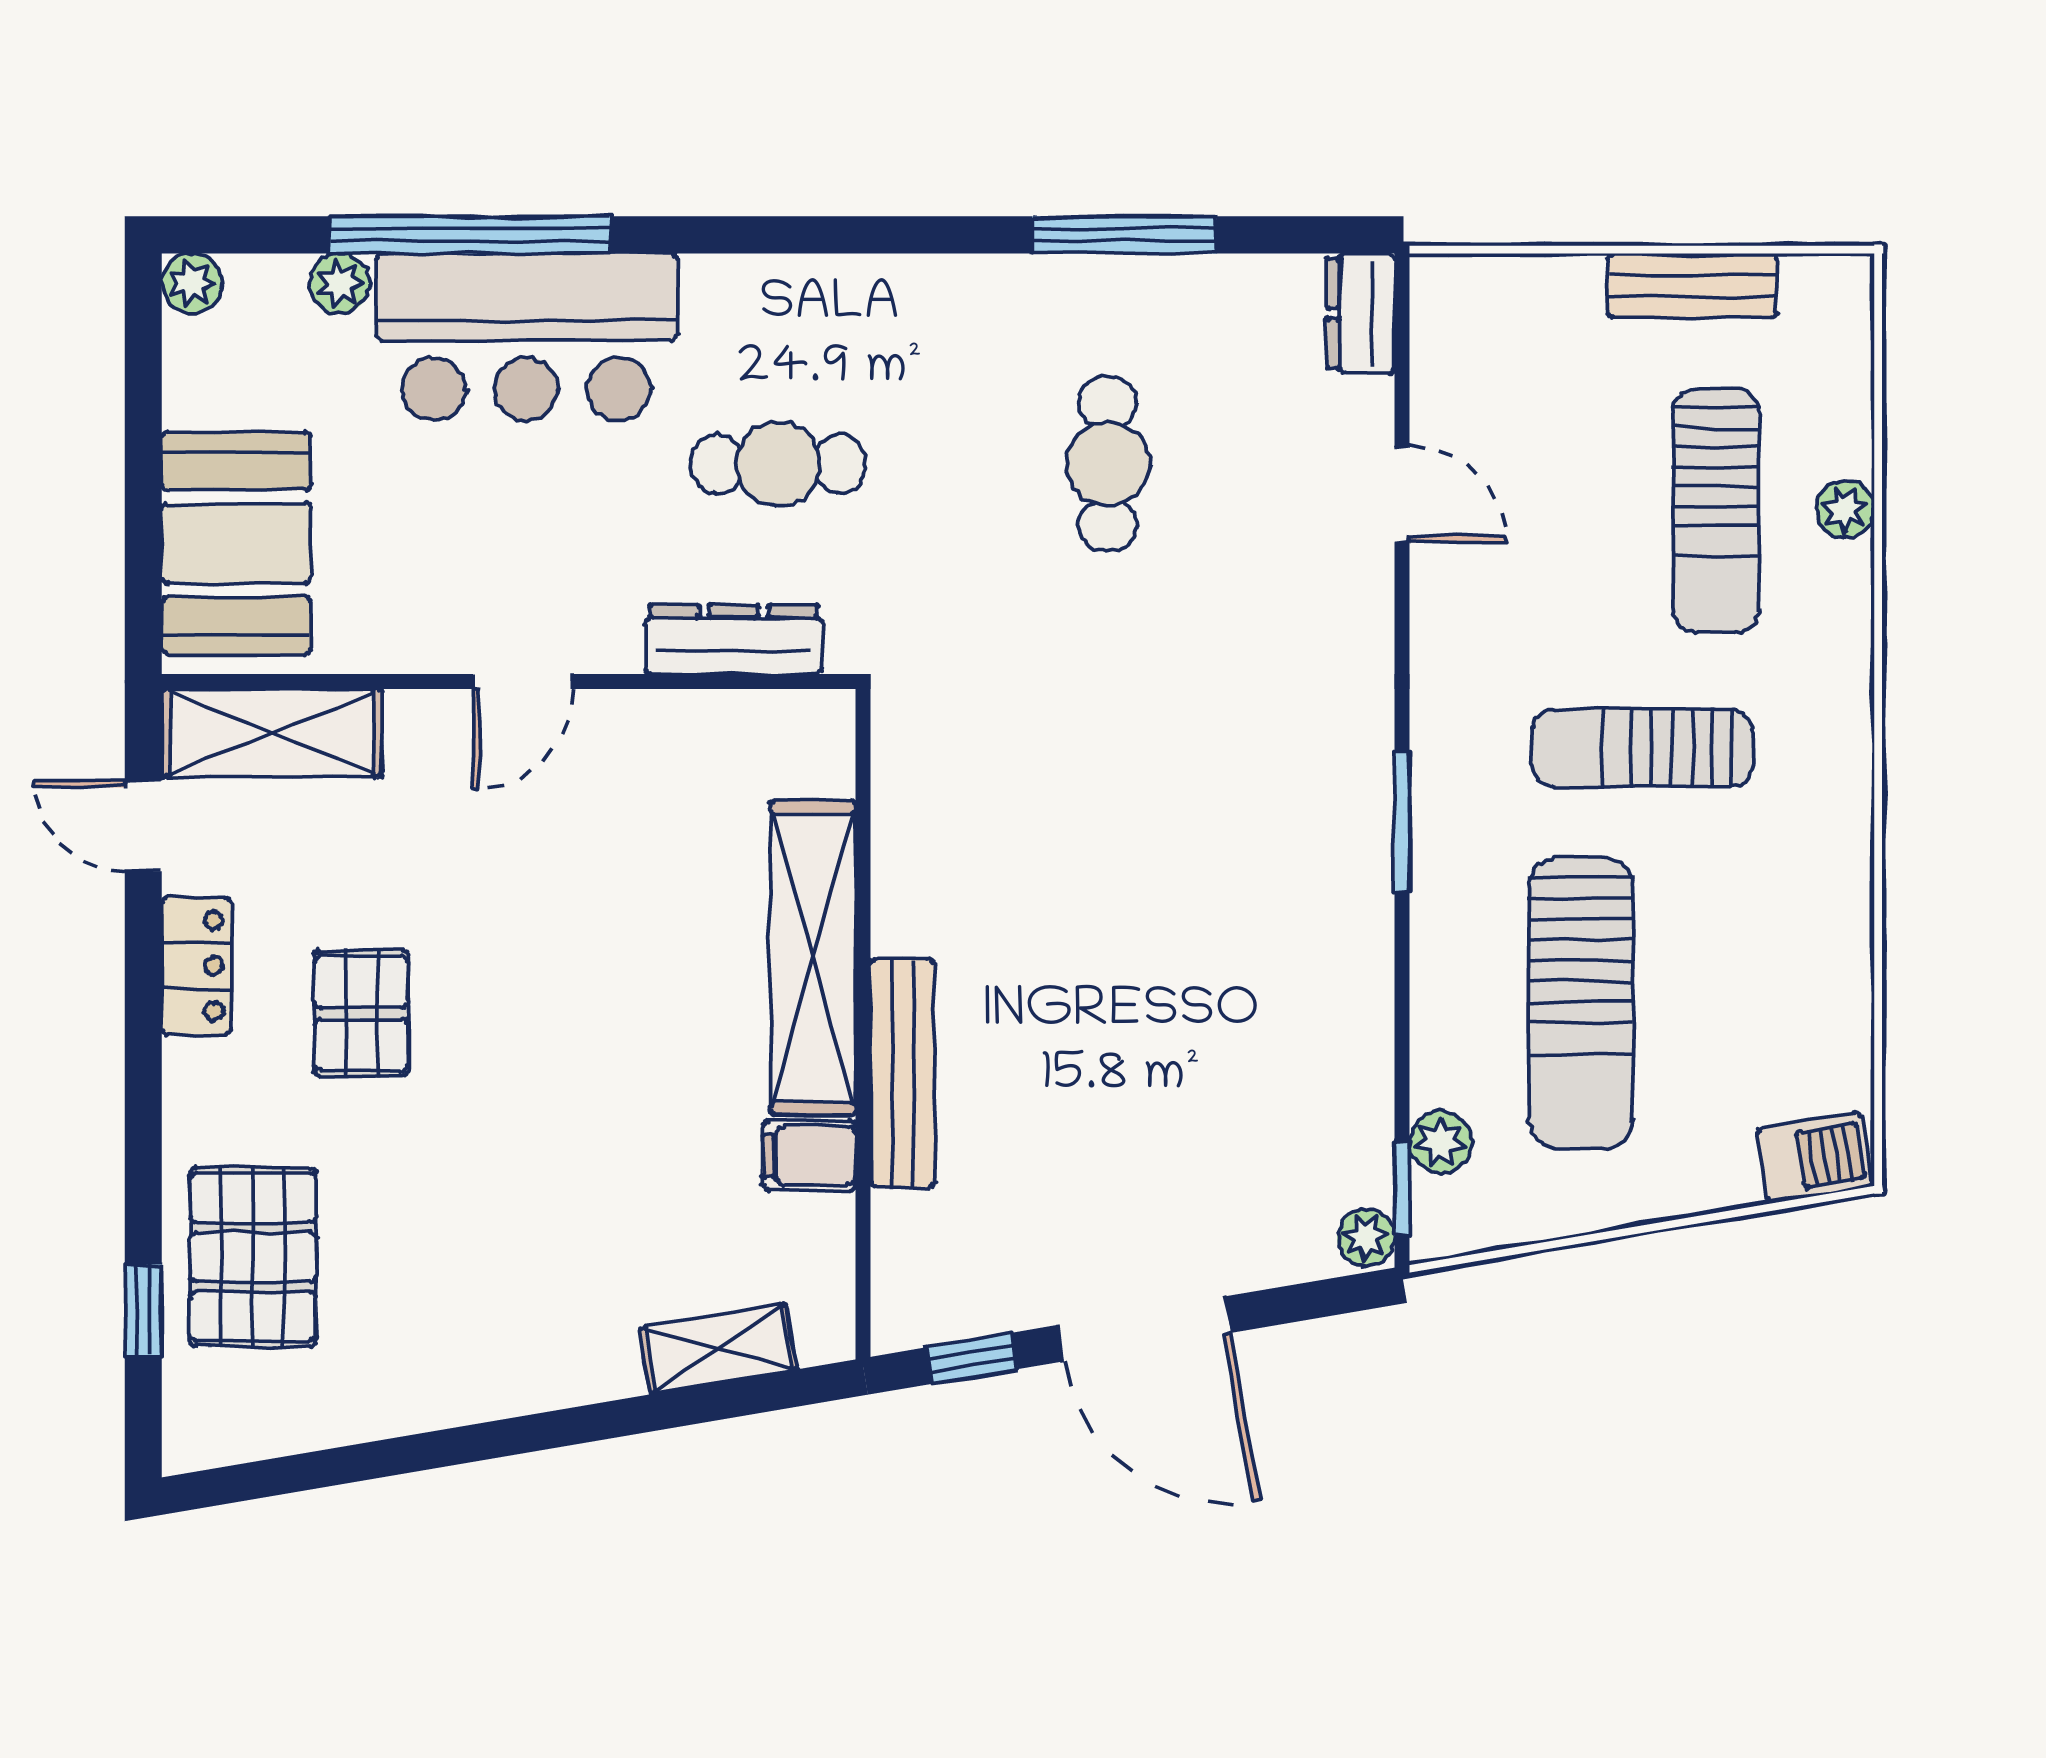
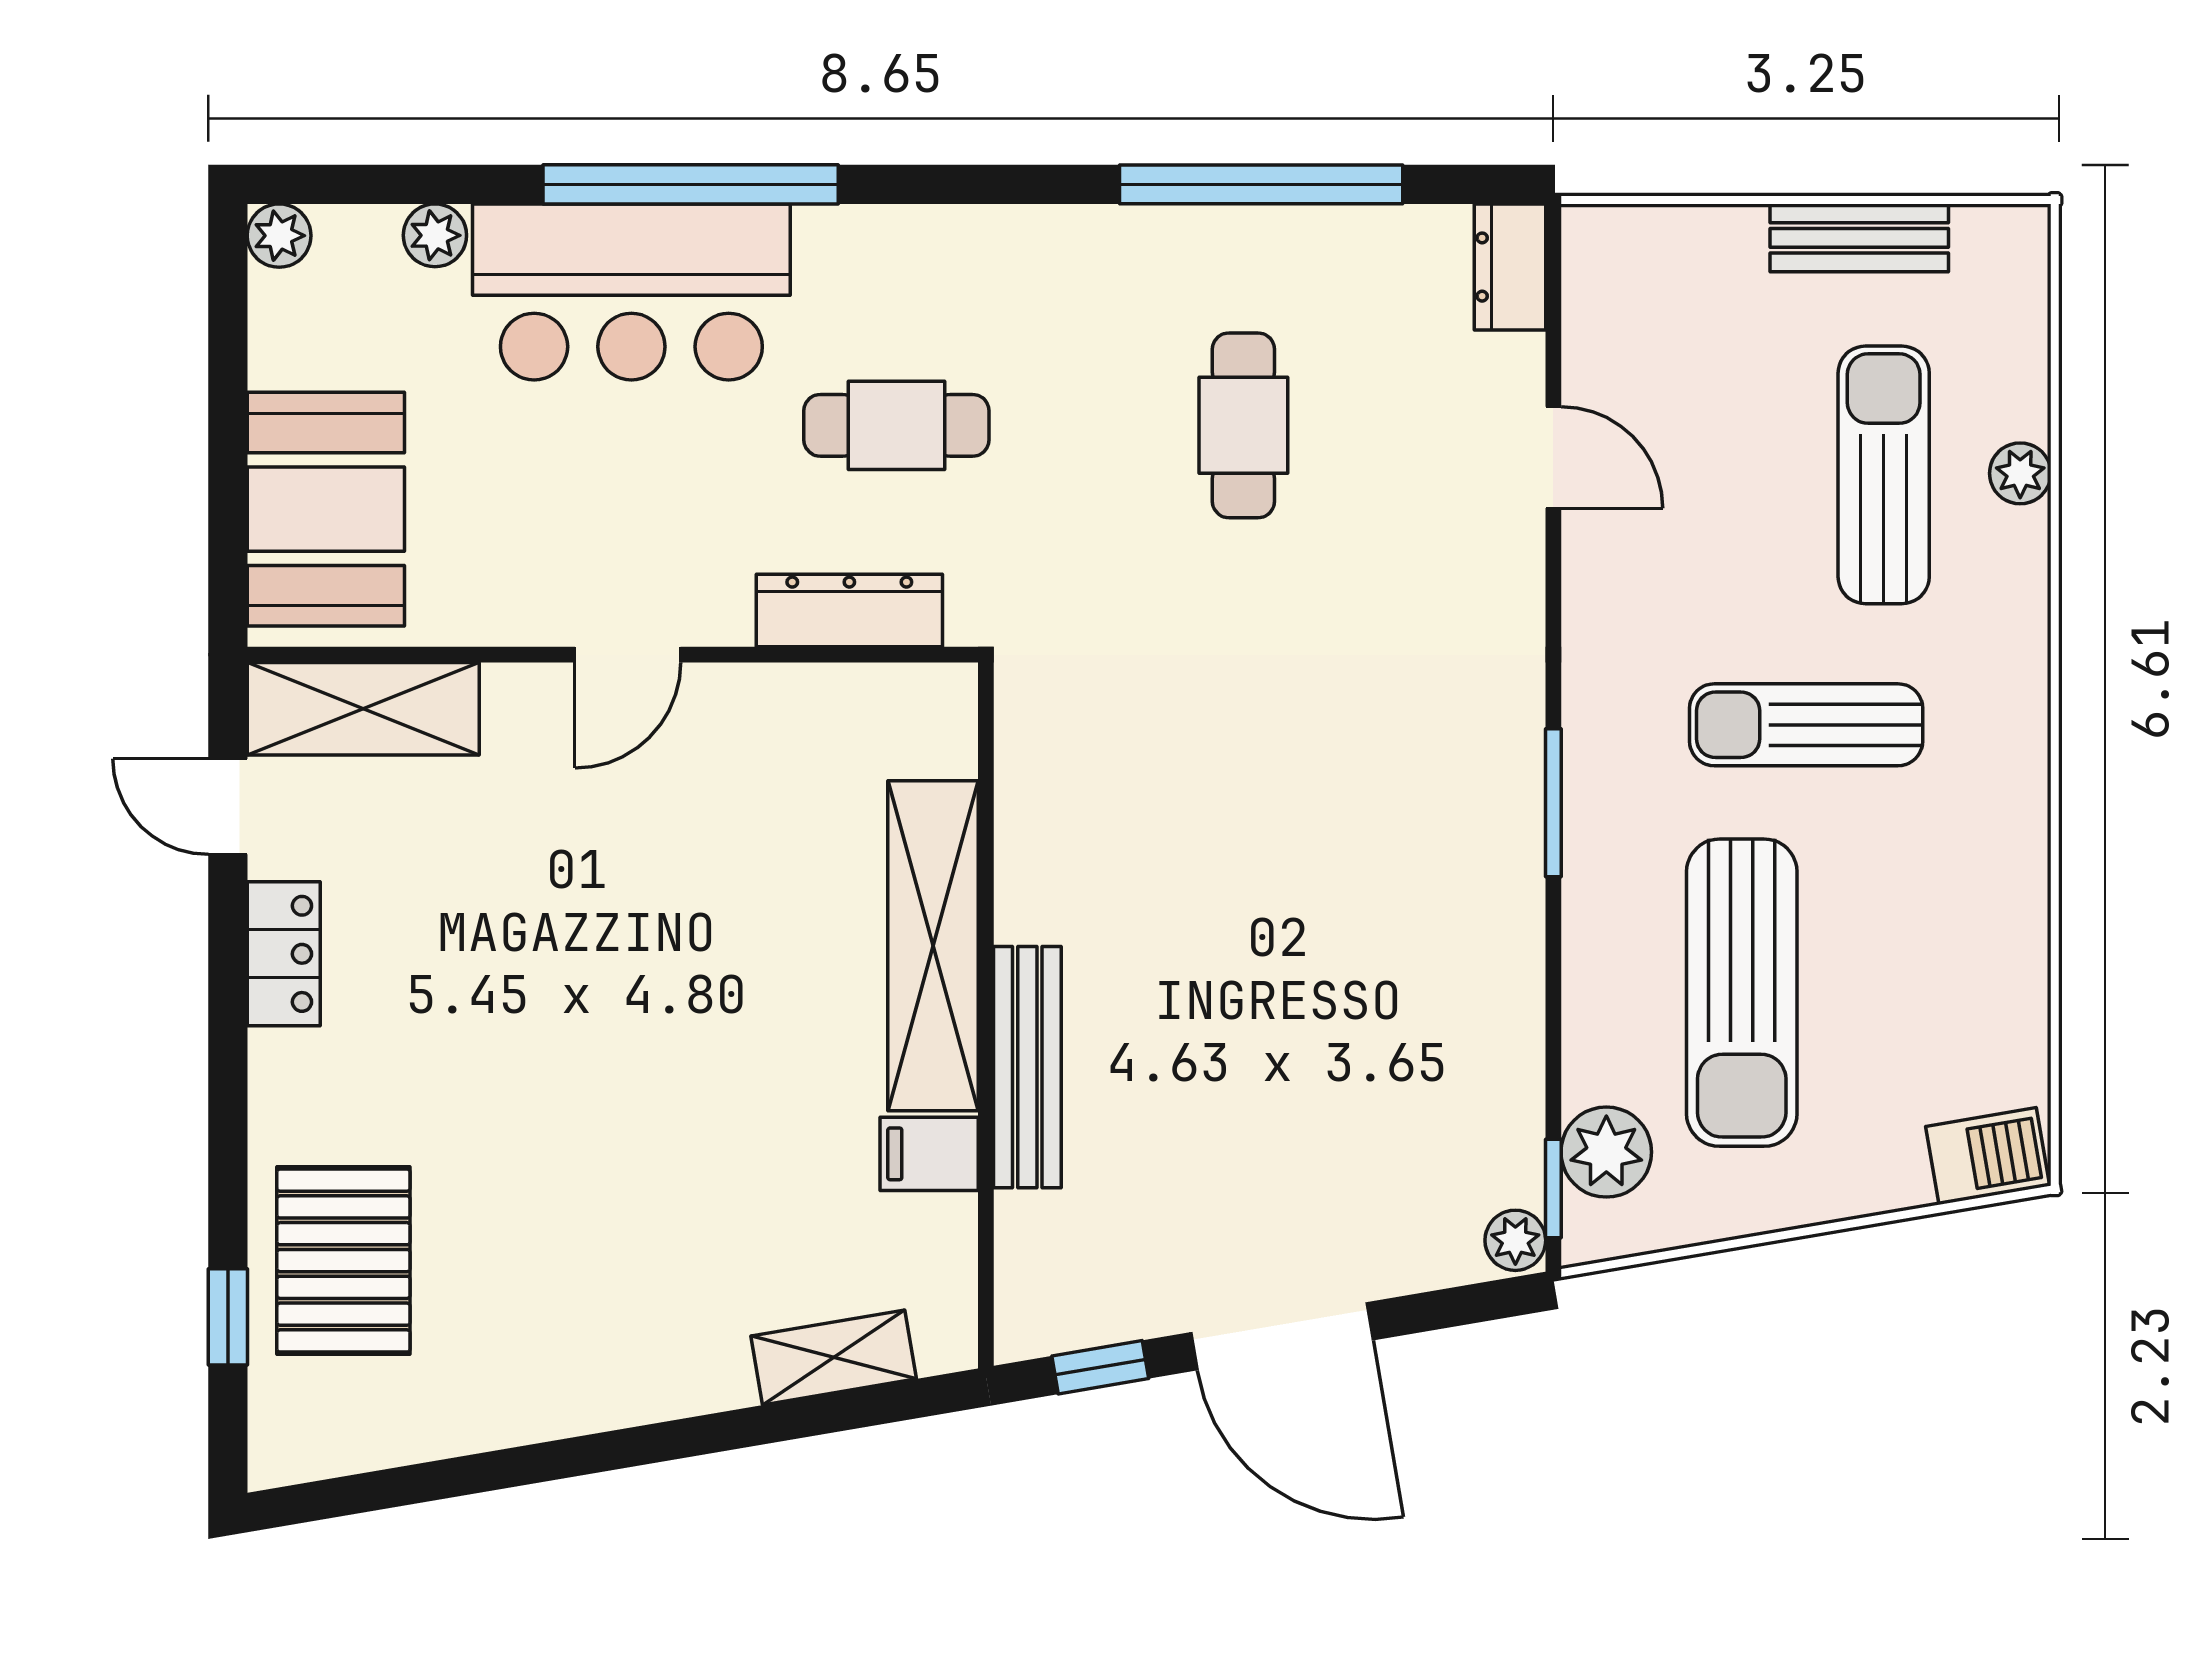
window: (470, 235) -> (691, 184), moved
window: (1124, 235) -> (1261, 184), width x1.46
sun lounger: (1716, 511) -> (1884, 475), turned 180
pallet: (361, 1013) -> (457, 1004), removed
plant: (1441, 1142) -> (1606, 1152), width x1.38, depth x1.38

